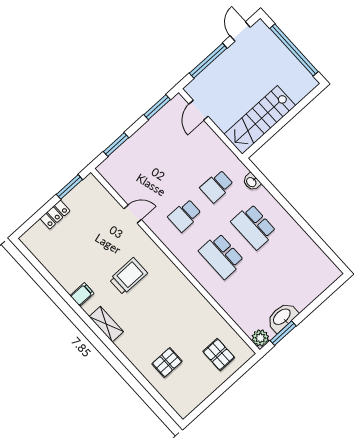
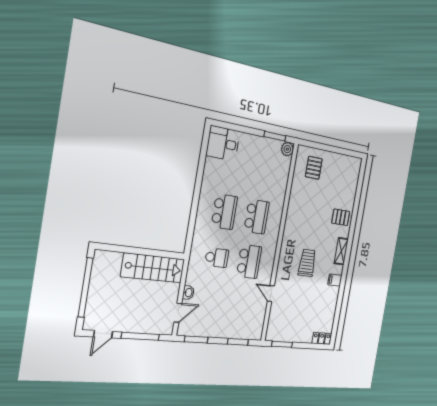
washbasin: (252, 182) -> (188, 293), moved
locker: (55, 215) -> (322, 338), moved
school desk: (185, 215) -> (249, 262), width x1.85
desk: (318, 273) -> (223, 143), added
trolley: (128, 276) -> (307, 263), turned 90
washbasin: (282, 317) -> (266, 145), removed
pallet: (167, 362) -> (341, 217), moved

